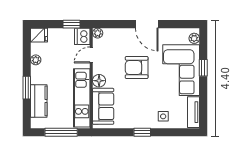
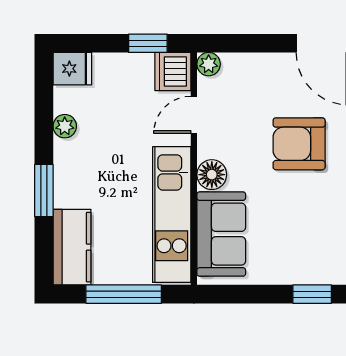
kitchen counter: (39, 101) -> (72, 247), moved

